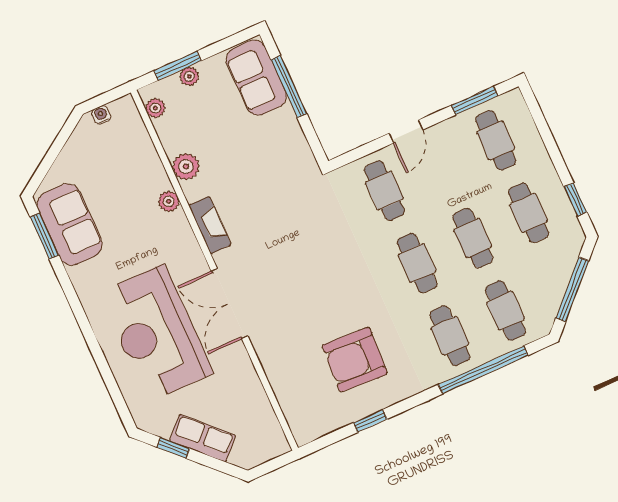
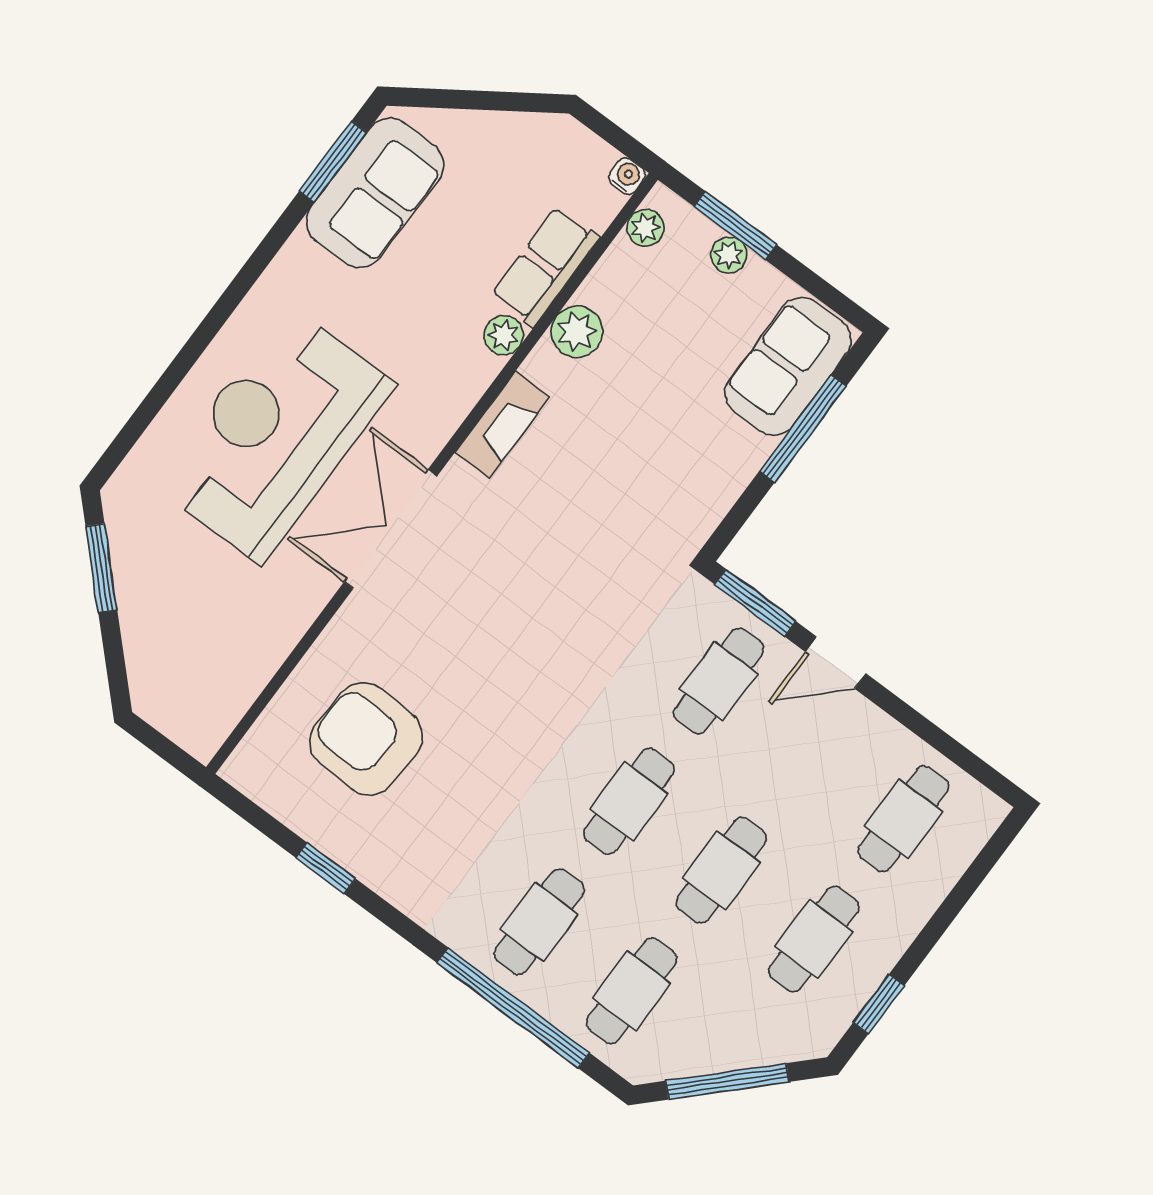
window: (475, 101) -> (755, 603), moved
water cooler: (101, 115) -> (627, 176), moved
armchair: (355, 360) -> (366, 739), moved
row of seats: (203, 438) -> (545, 266), moved, turned -135
window: (173, 448) -> (101, 568), width x1.50

